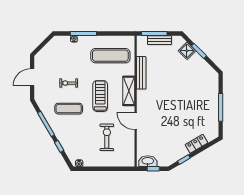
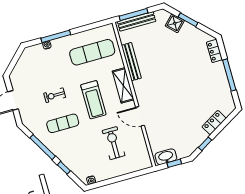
bench: (159, 40) -> (137, 21), width x1.36
locker: (214, 84) -> (214, 51), added
treadmill: (100, 96) -> (93, 100), turned 180

